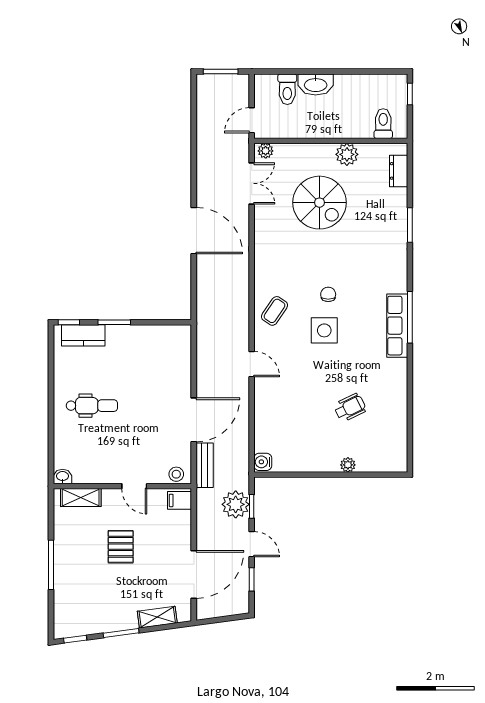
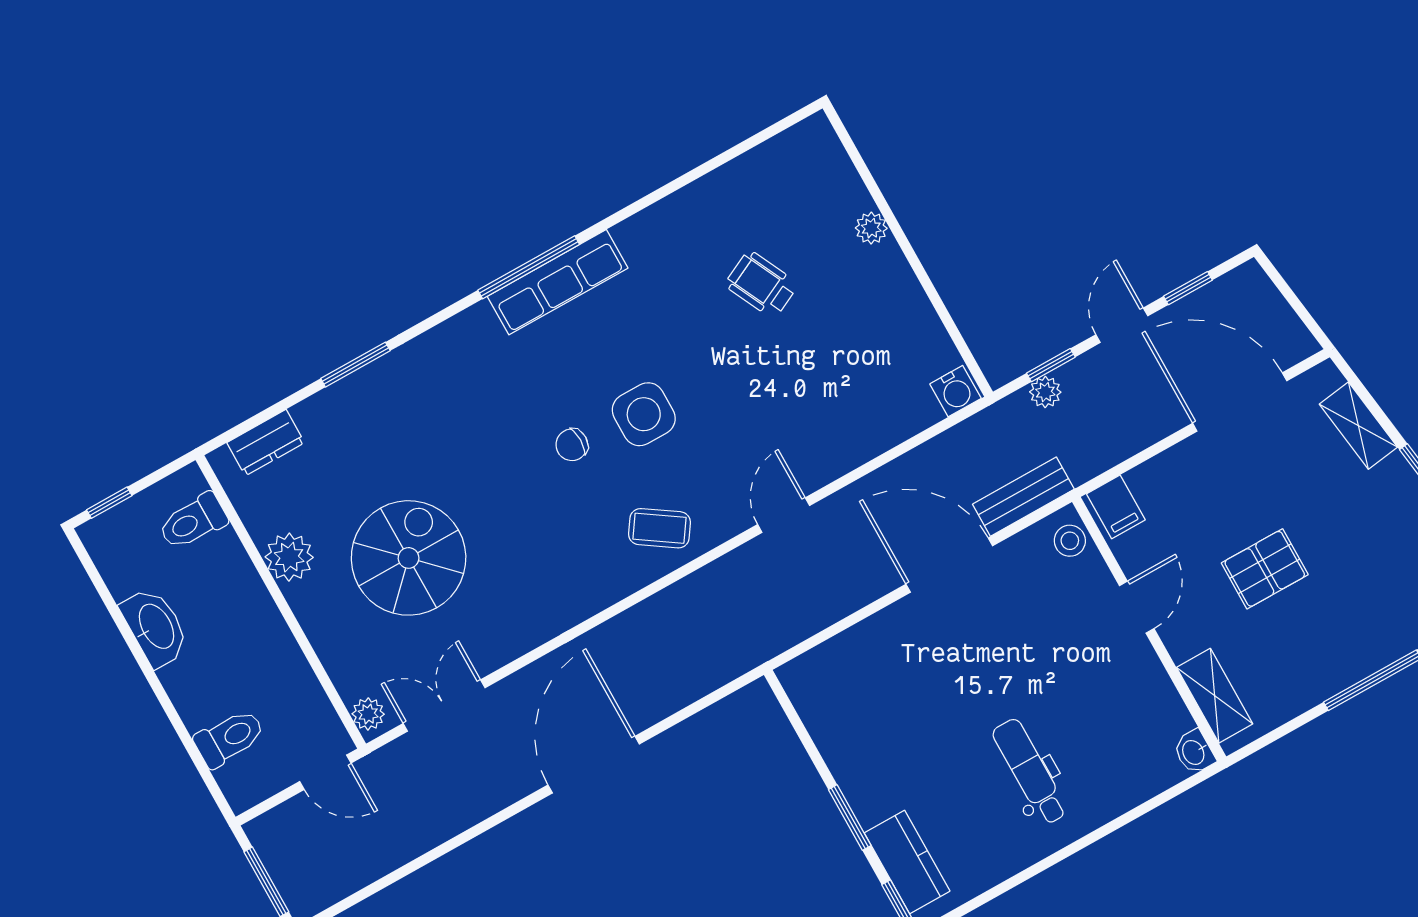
washbasin: (316, 84) -> (155, 627), moved
plant: (236, 504) -> (1045, 392), width x0.53, depth x0.53

